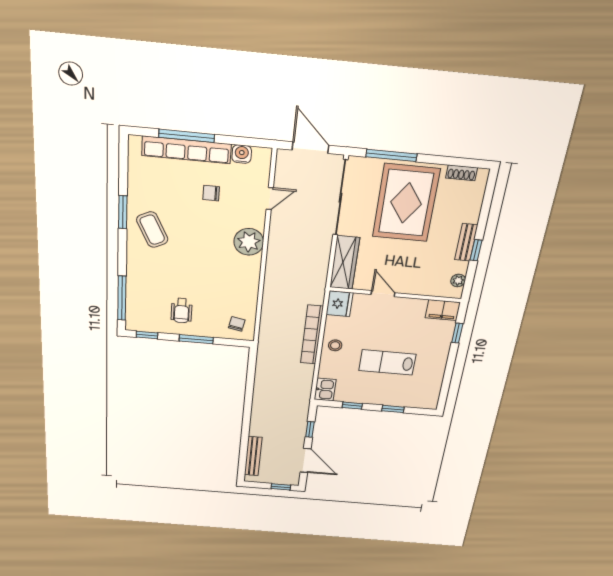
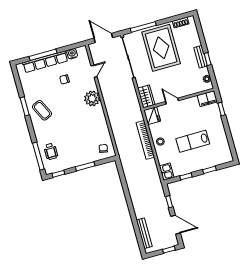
wardrobe: (345, 263) -> (146, 96), width x0.67
wheelchair: (182, 311) -> (51, 151), moved

